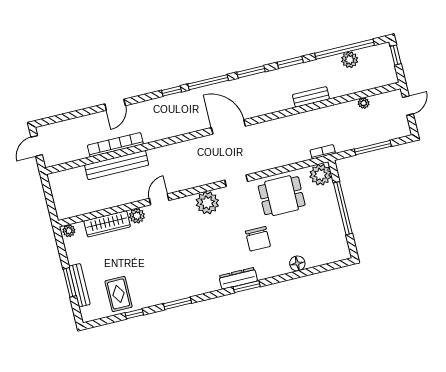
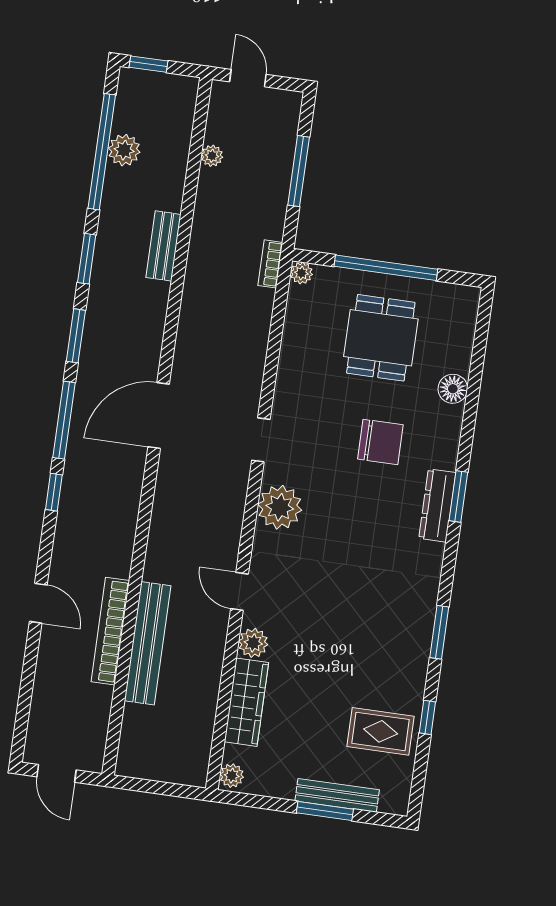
plant: (320, 175) -> (301, 273), width x0.53, depth x0.53
dining table: (282, 196) -> (381, 338), moved

